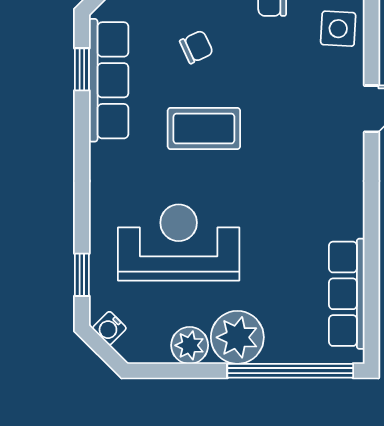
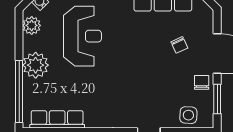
coffee table: (204, 129) -> (139, 49), removed
plant: (190, 345) -> (32, 25), moved

